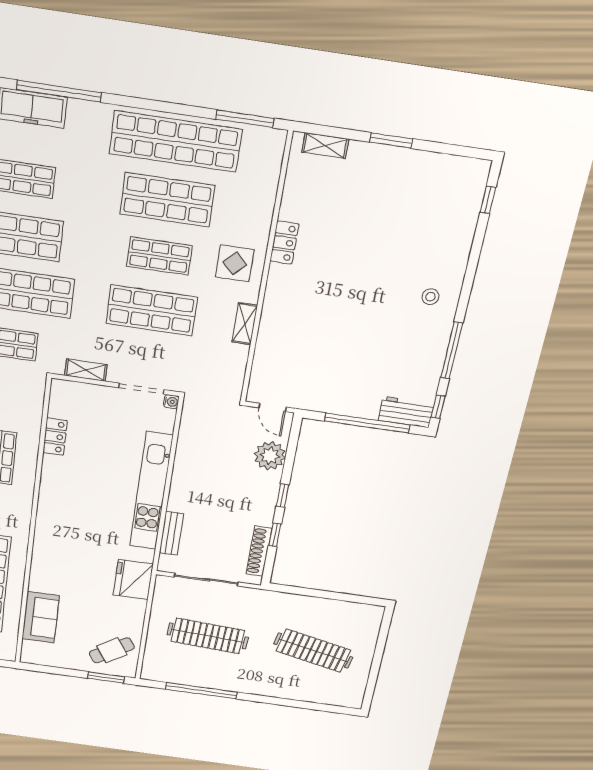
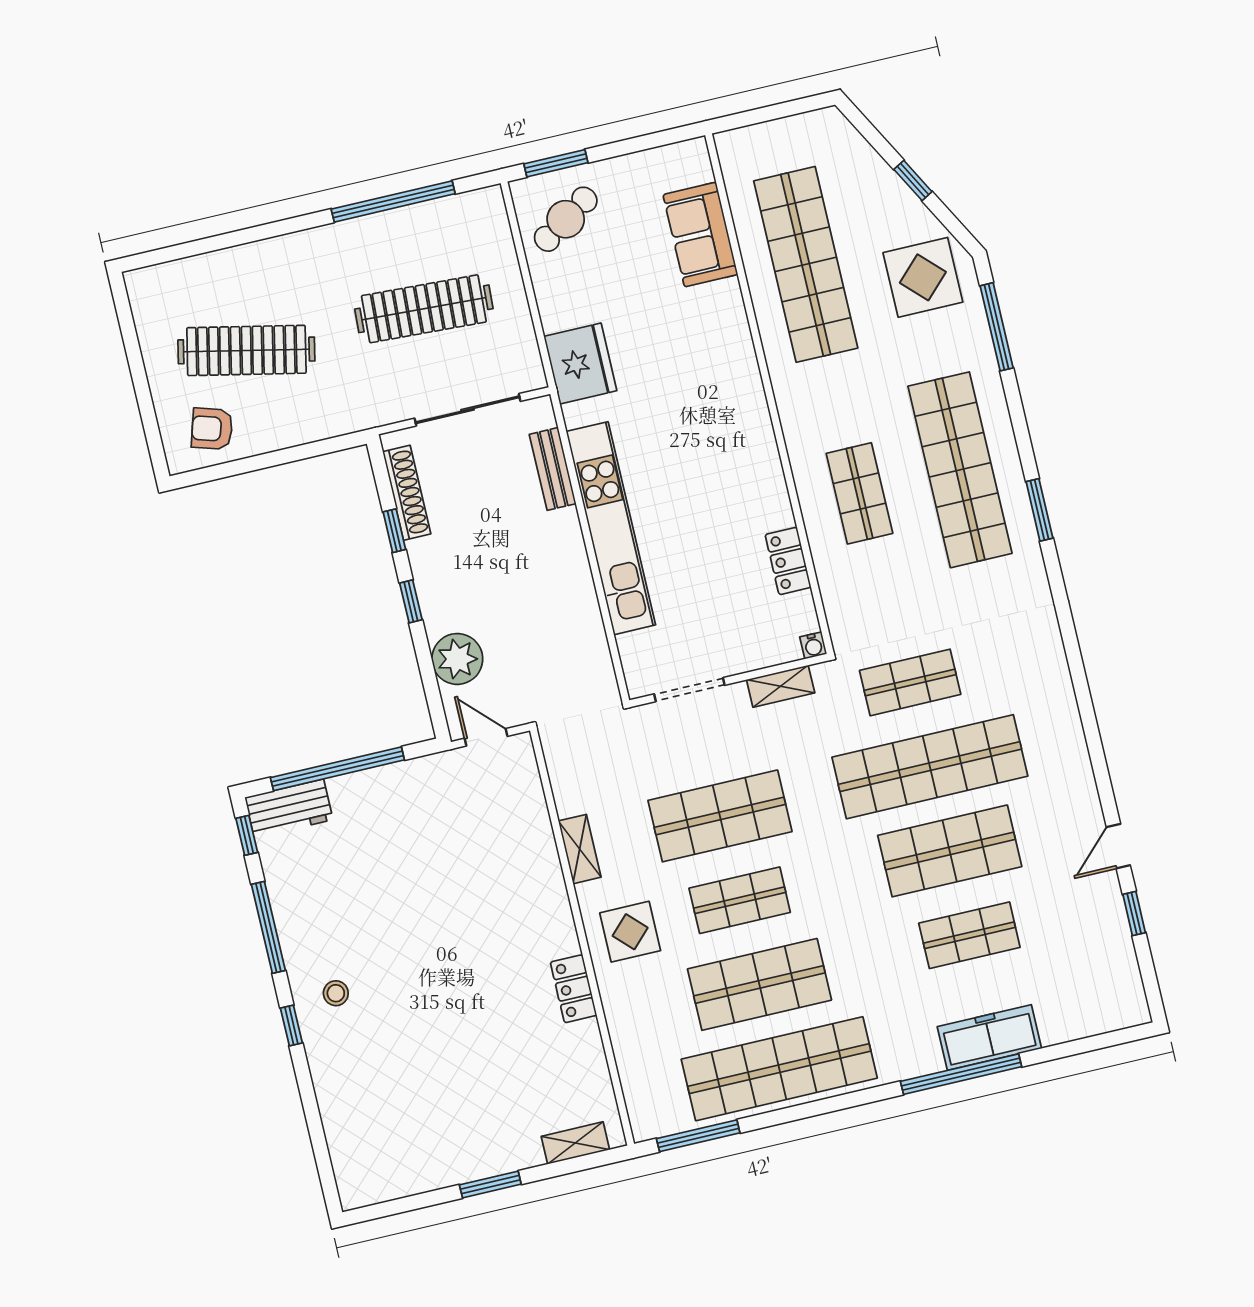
window: (488, 200) -> (291, 1025), moved
water cooler: (171, 402) -> (813, 645), moved, turned -90
armchair: (351, 621) -> (212, 429), added

